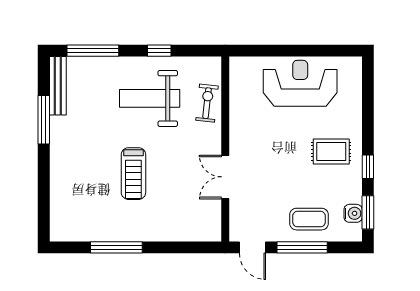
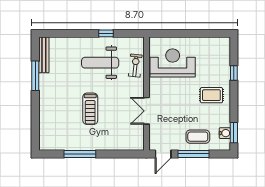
window: (93, 51) -> (65, 33), removed
reception desk: (300, 83) -> (173, 63), moved
window: (368, 167) -> (234, 73), moved
door: (252, 247) -> (163, 154), hinge flipped

